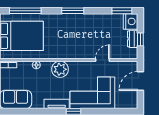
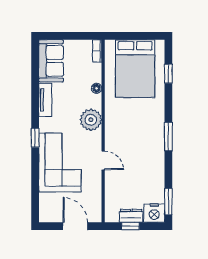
window: (25, 11) -> (168, 74), width x0.46
door: (102, 60) -> (103, 160), moved
tv unit: (57, 104) -> (45, 100), moved

